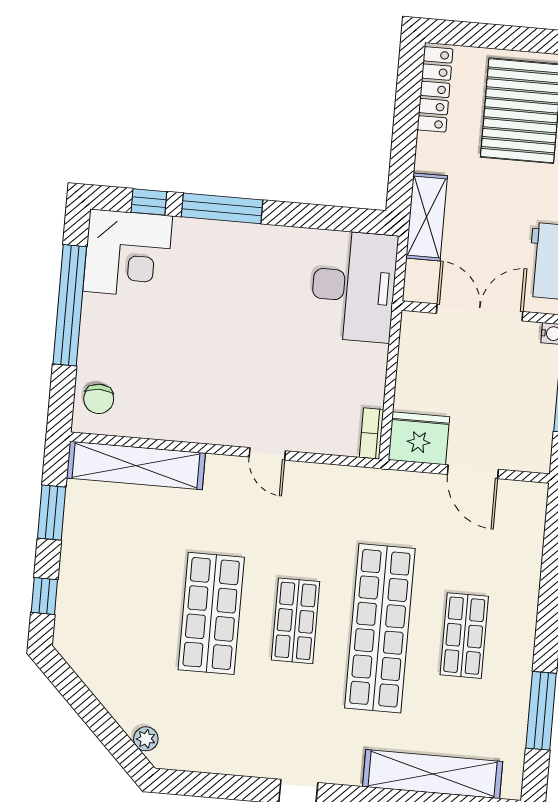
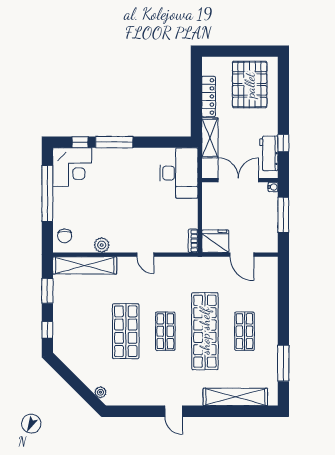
locker: (435, 89) -> (209, 96), moved
plant: (176, 425) -> (102, 245), added

